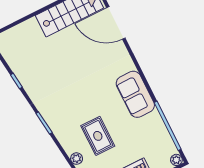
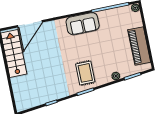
rug: (98, 136) -> (85, 73), moved, turned 90

